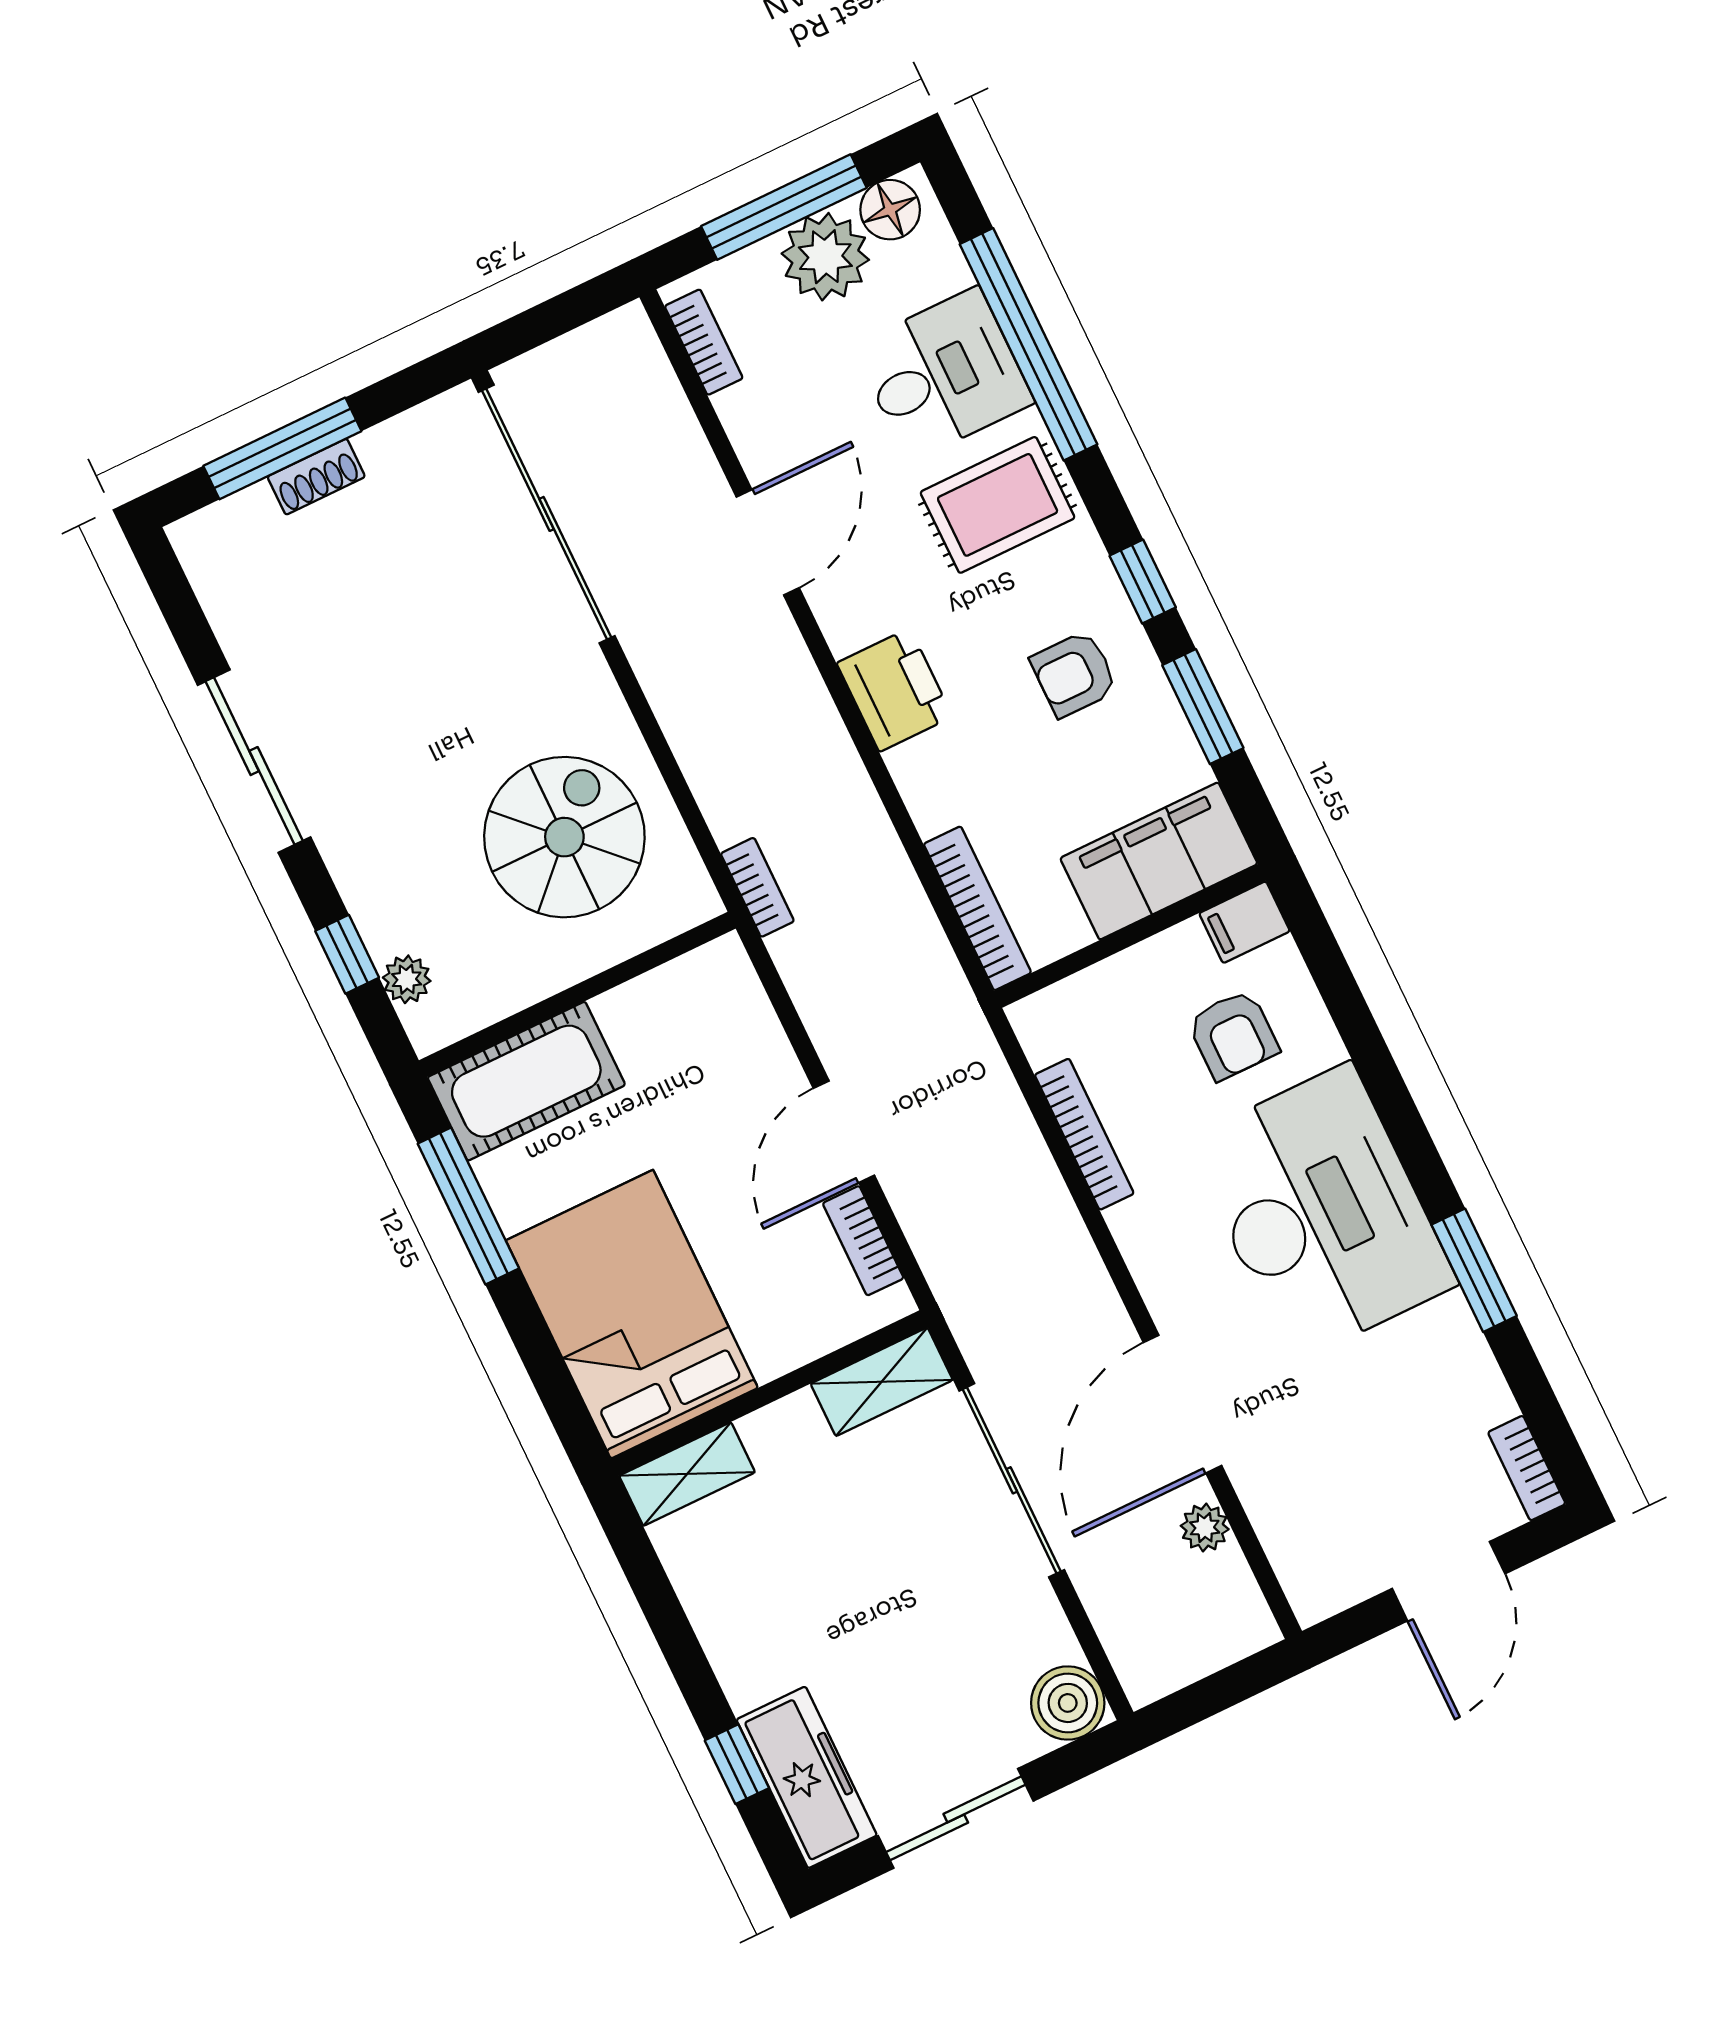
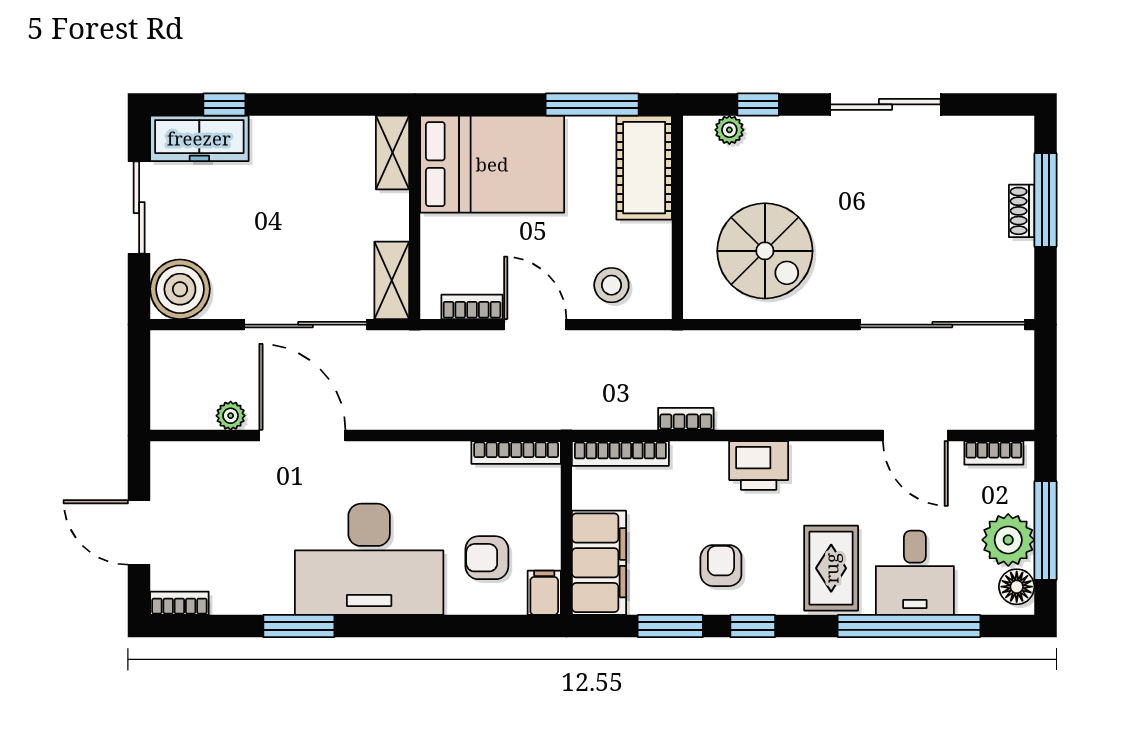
door: (768, 542) -> (915, 436), moved
bookcase: (757, 887) -> (686, 419), moved, turned 180
stool: (728, 1045) -> (611, 285), added
bookcase: (1084, 1134) -> (516, 453), moved
boiler: (1068, 1703) -> (180, 289), width x1.37, depth x1.37

